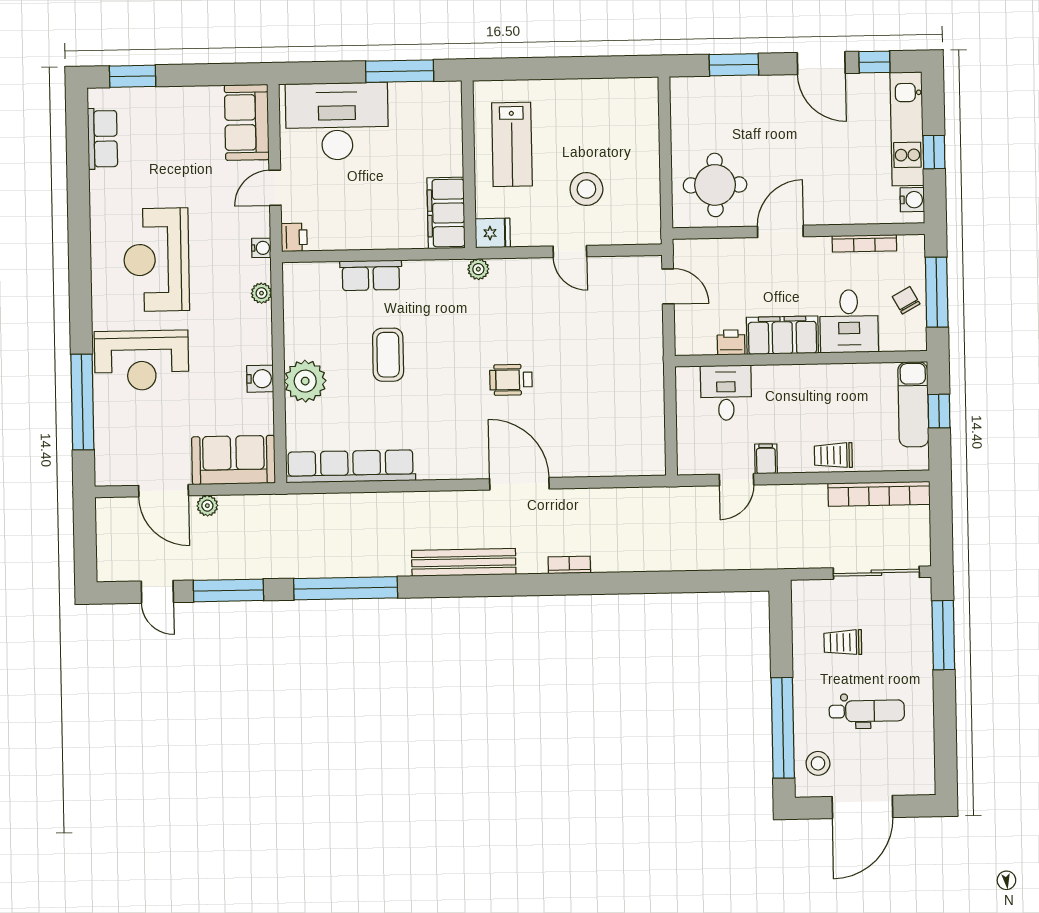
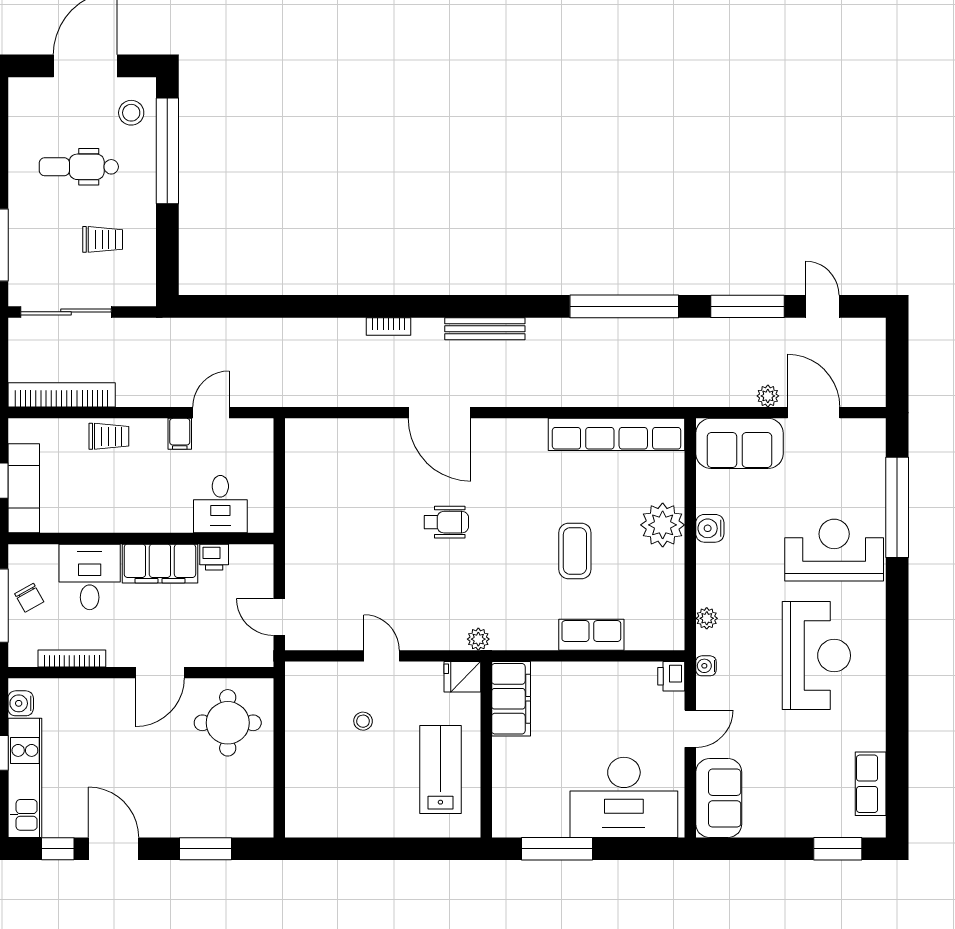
stool: (586, 189) -> (363, 721), width x0.53, depth x0.53
bench: (464, 562) -> (485, 329), width x0.73, depth x0.82

